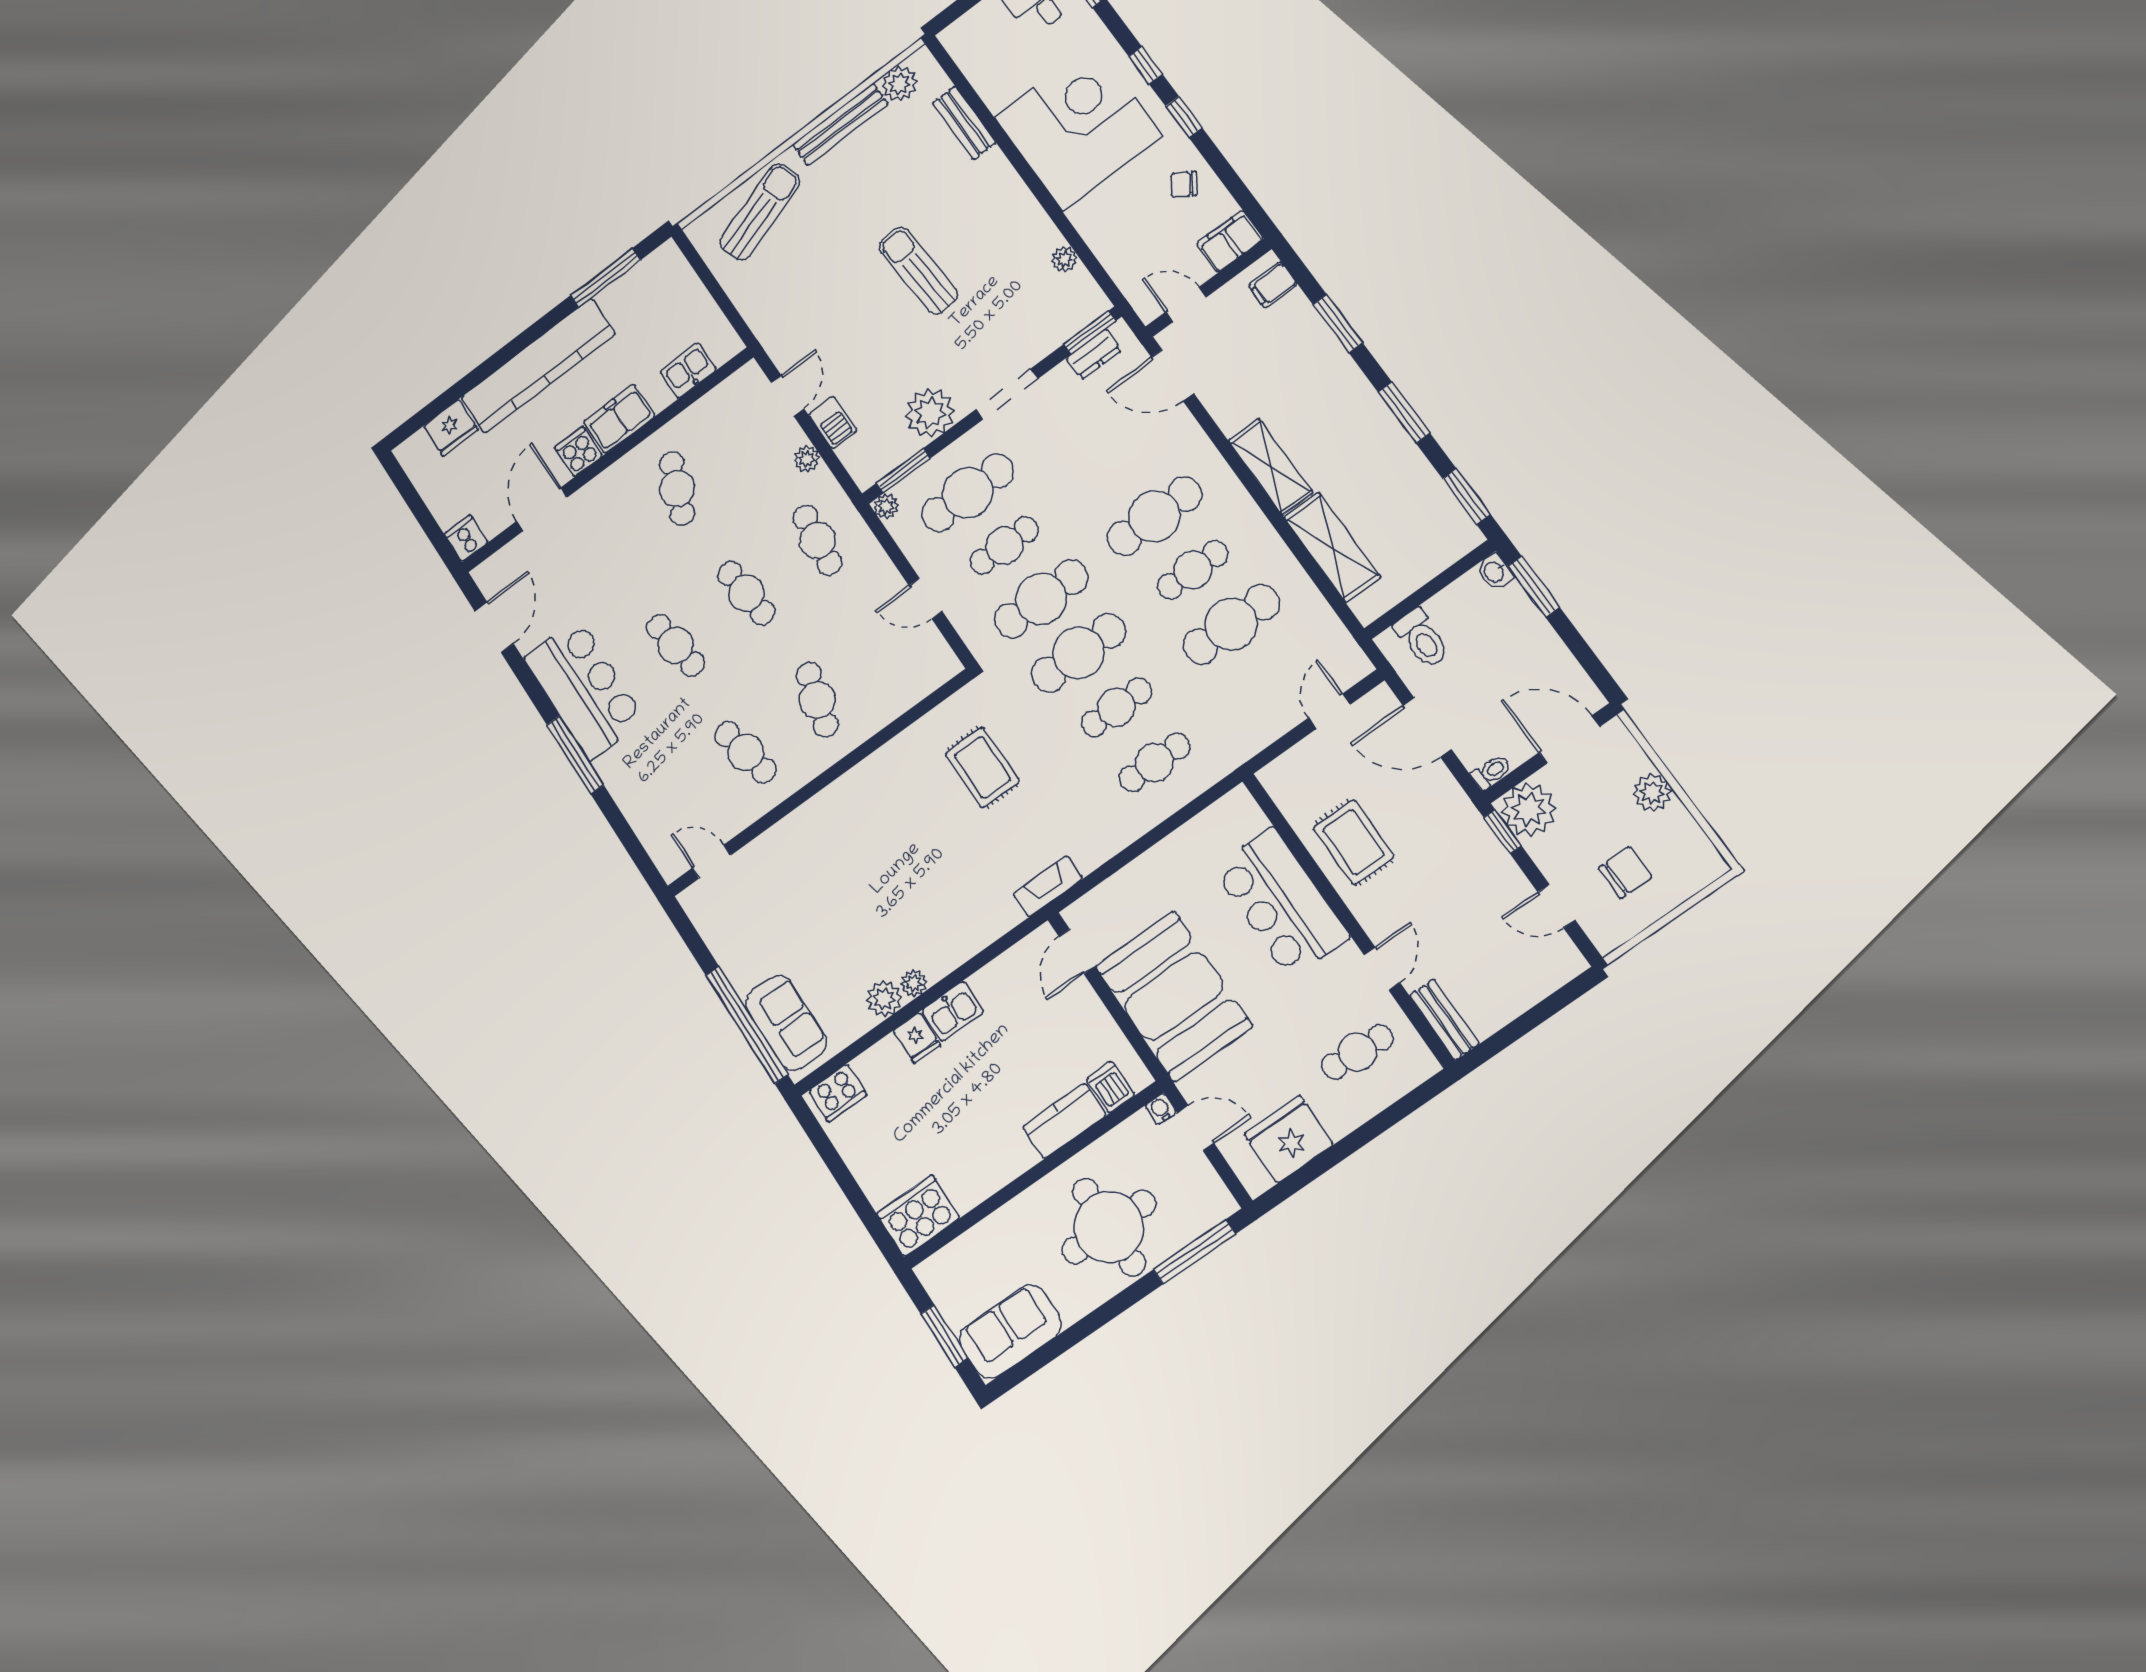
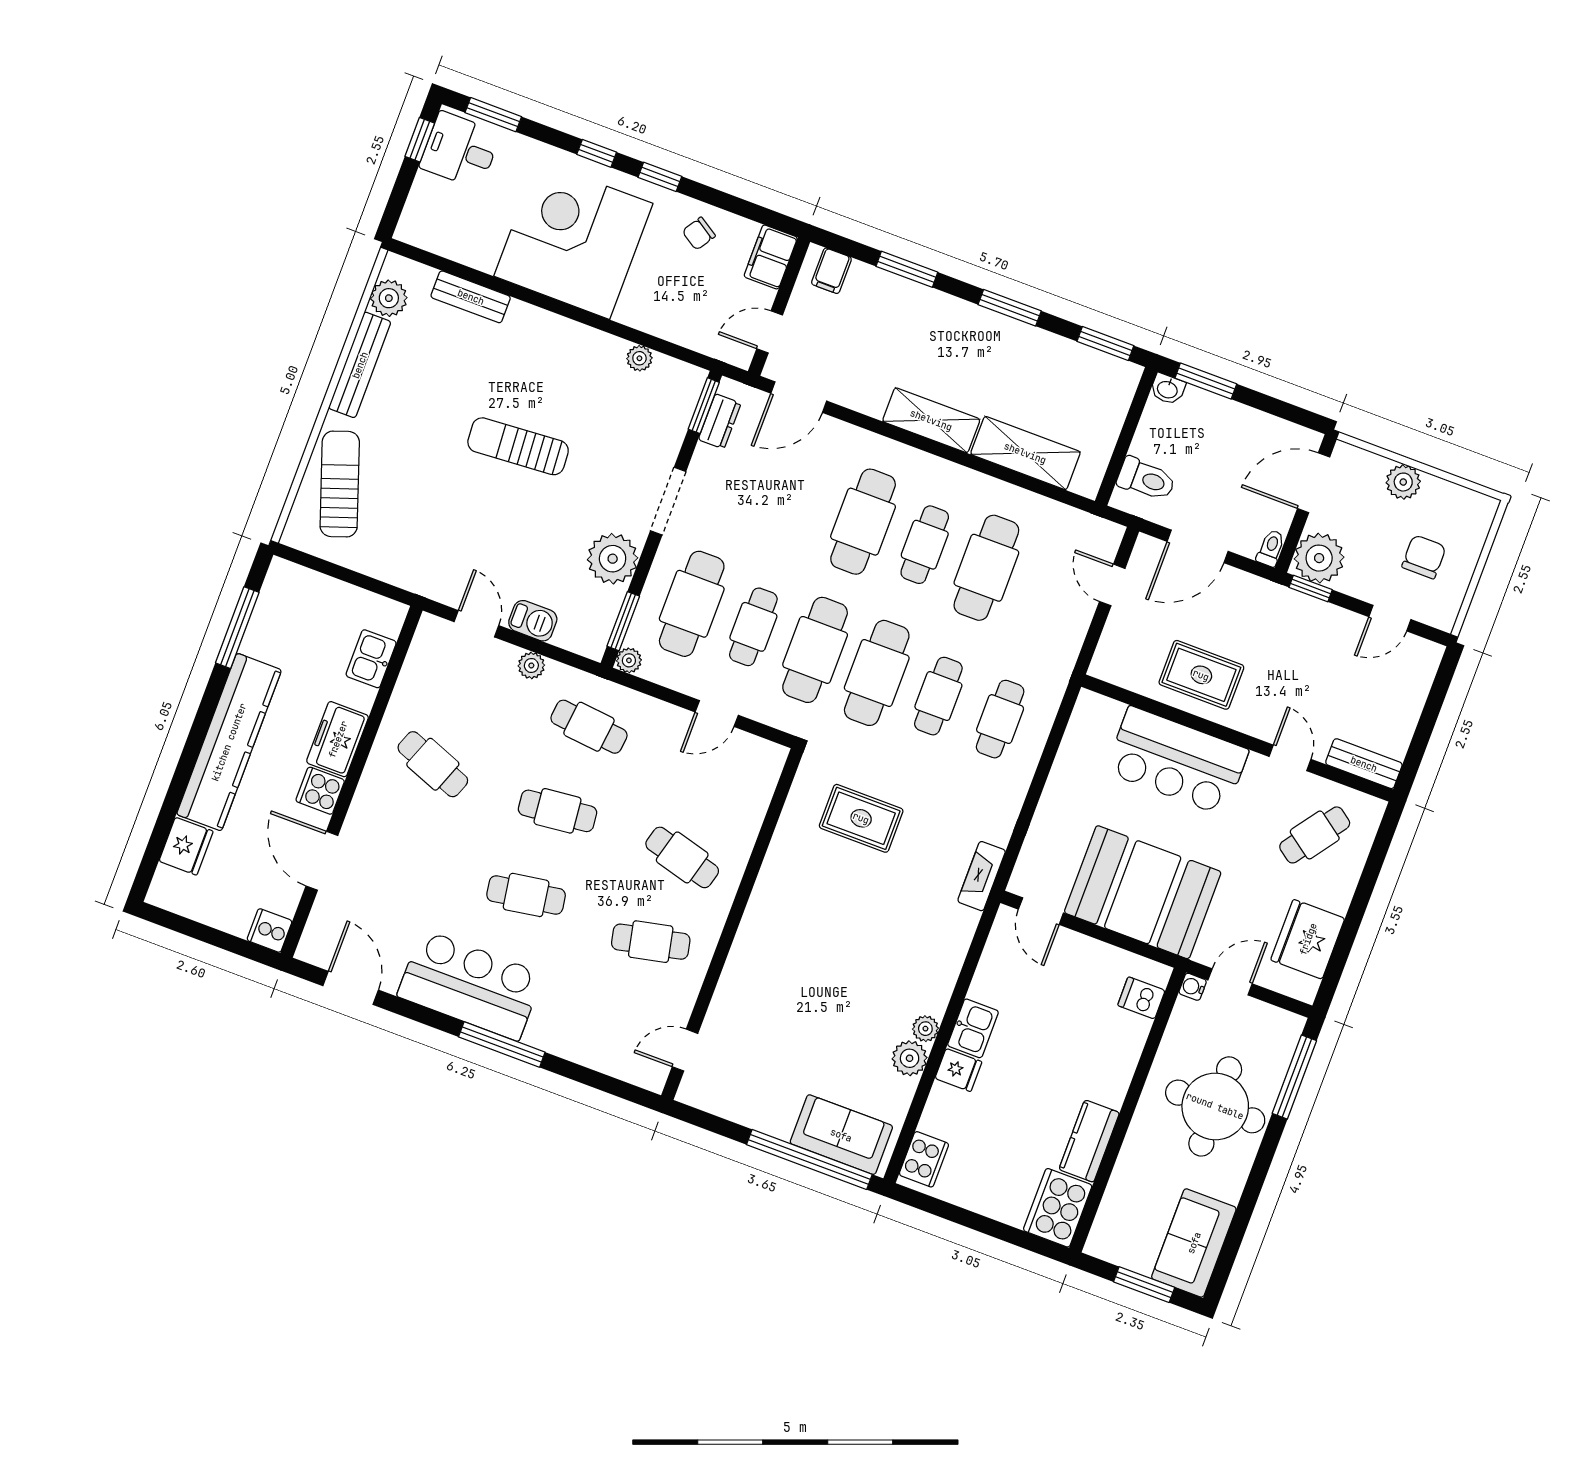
cafe table: (1357, 1052) -> (1315, 835), turned 33
kitchen counter: (1064, 1121) -> (1089, 1141), moved

